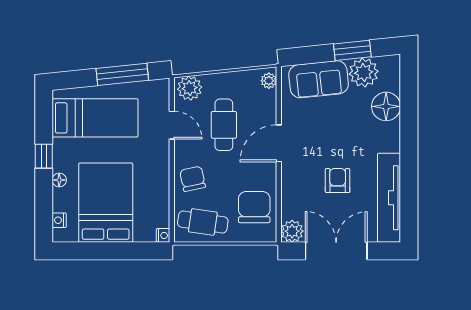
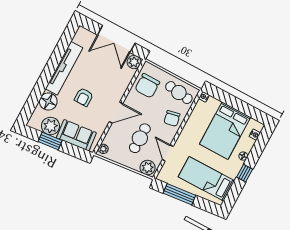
armchair: (338, 181) -> (84, 97), moved
tv unit: (389, 198) -> (64, 68), moved

